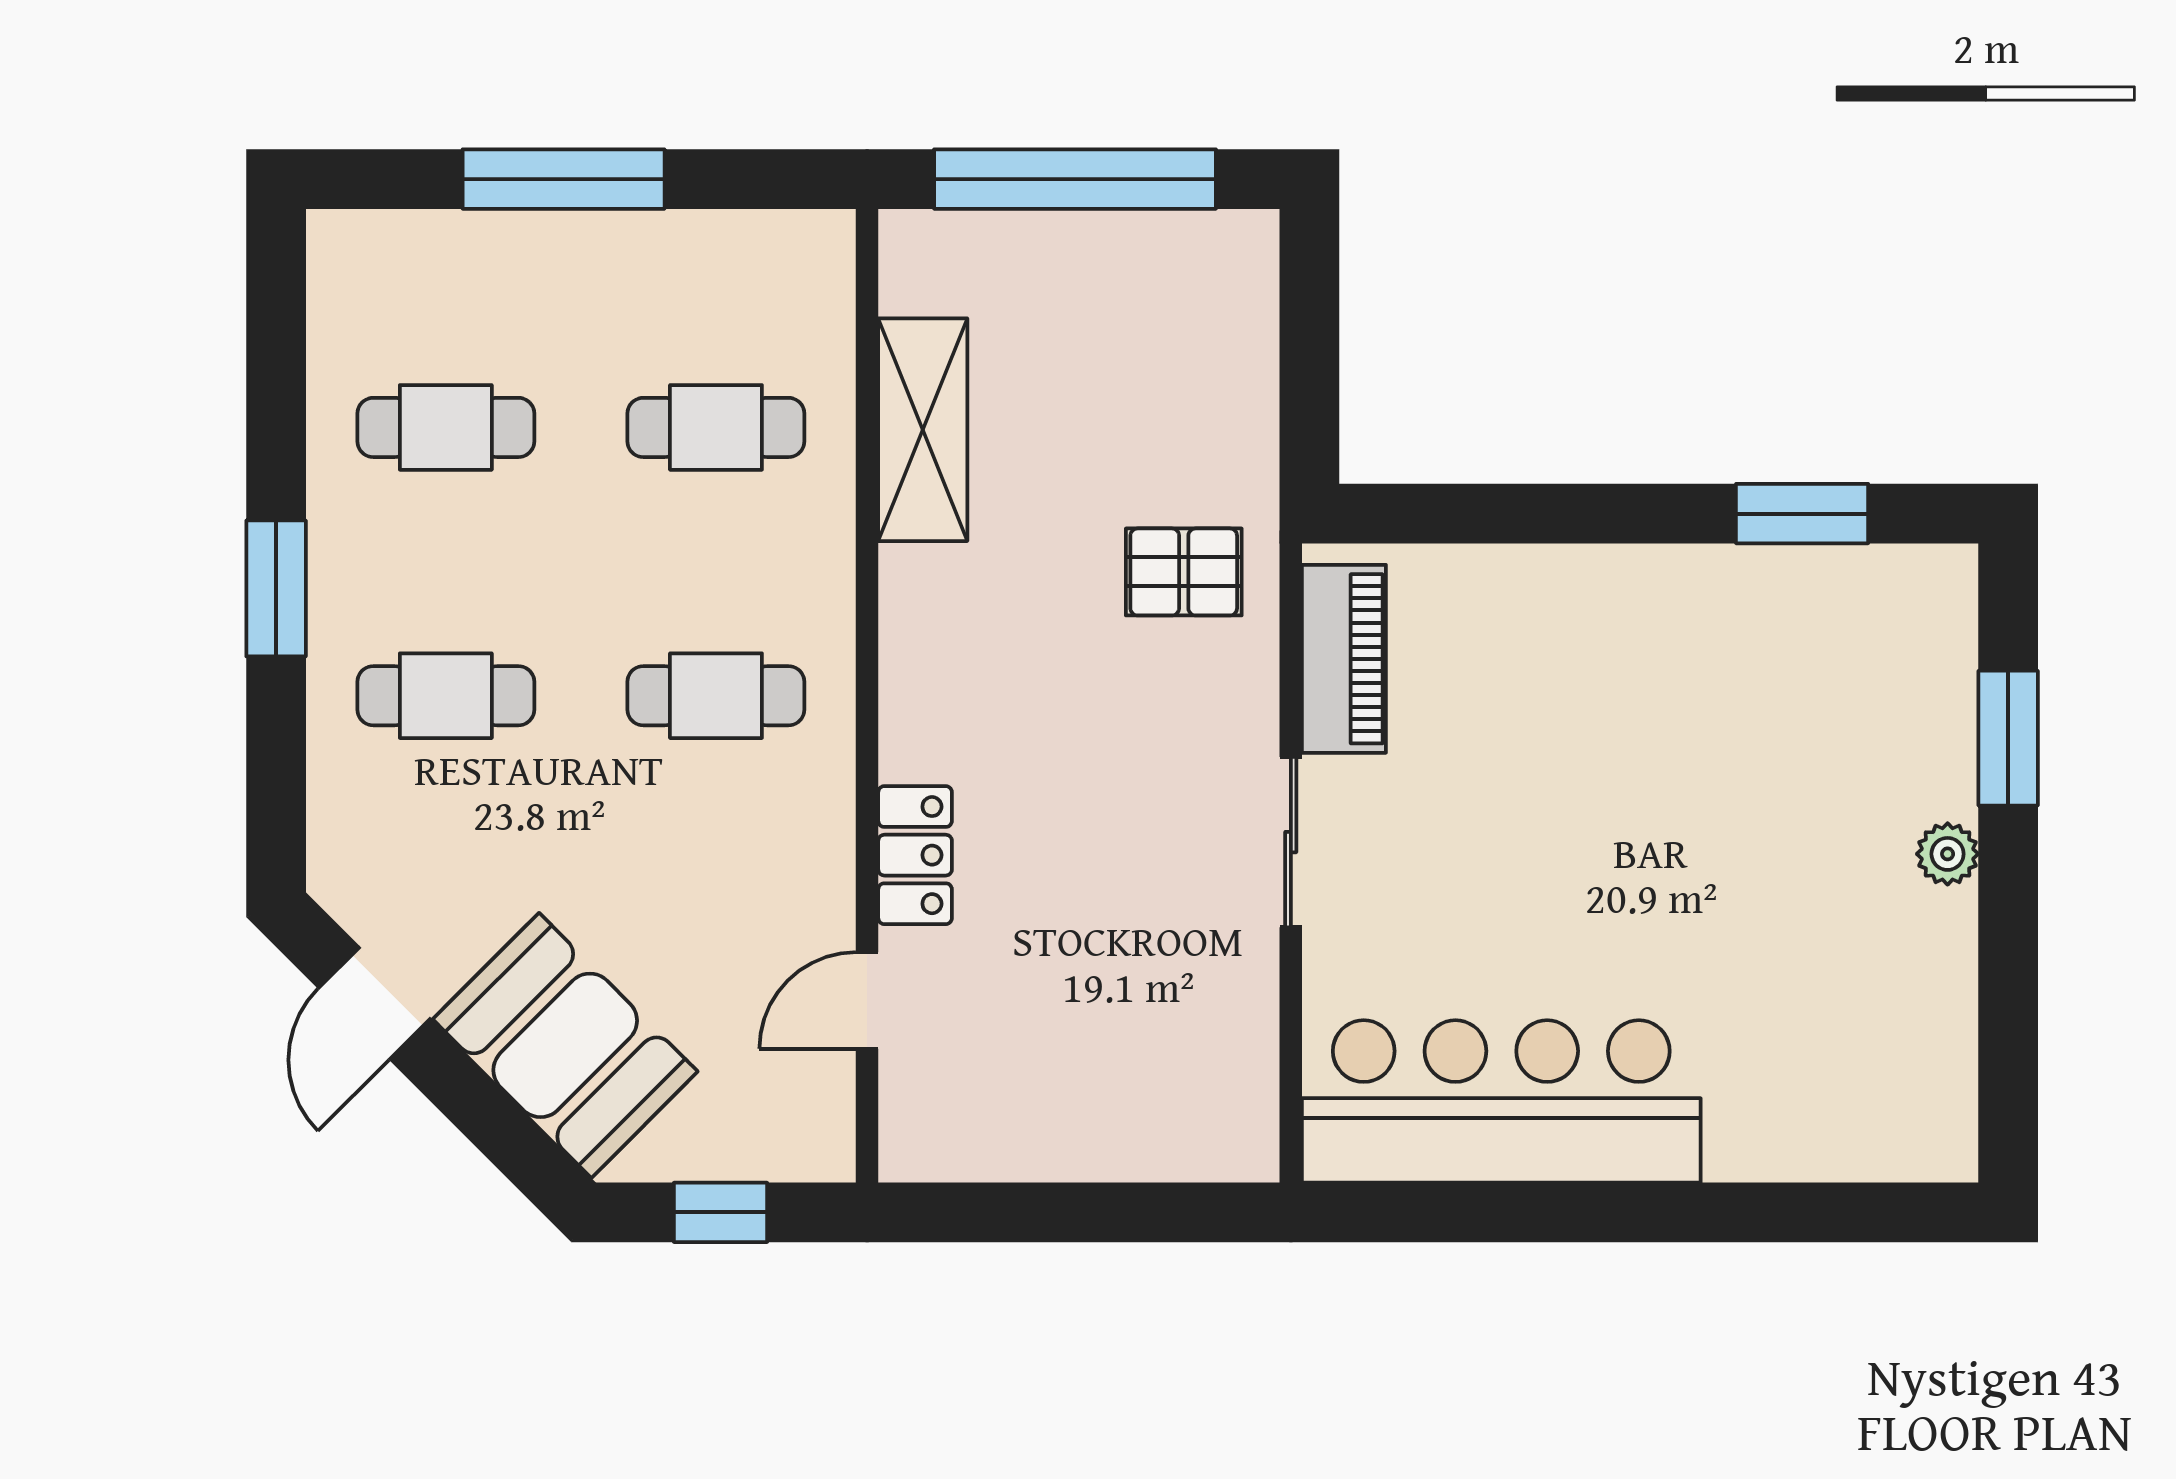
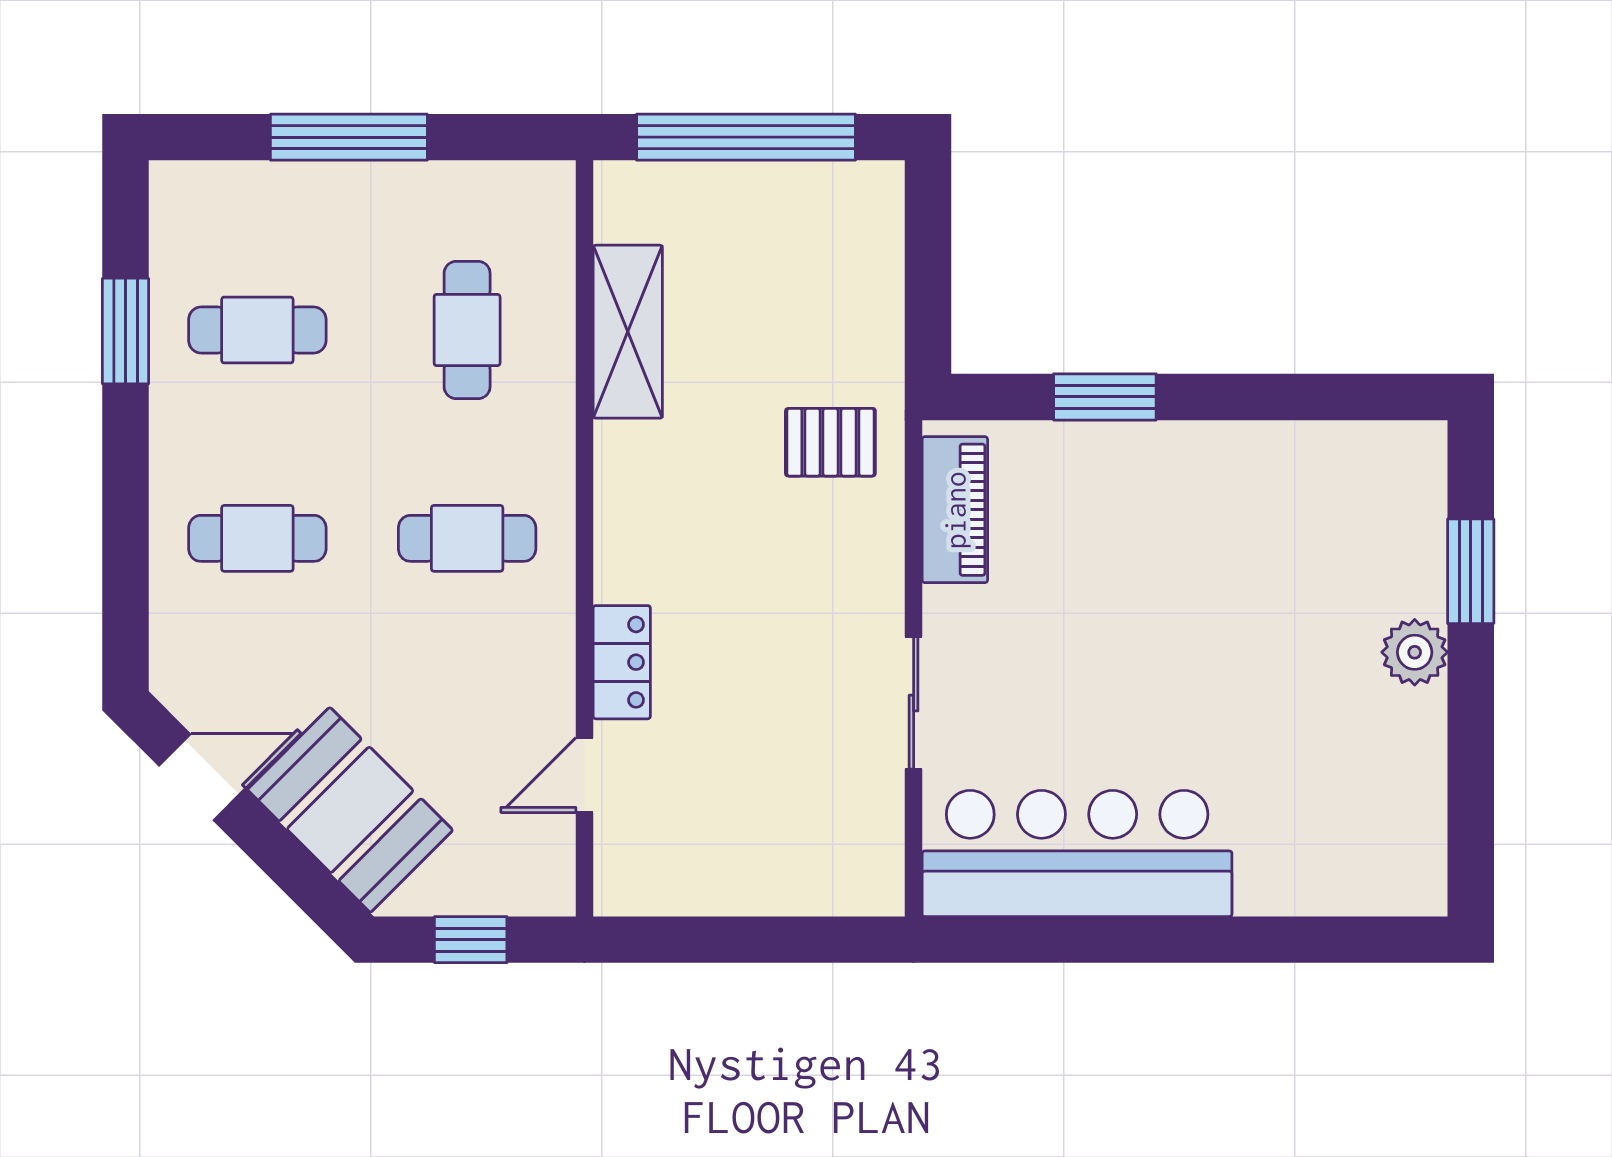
cafe table: (716, 427) -> (467, 330), turned 90
window: (1802, 514) -> (1105, 397), moved
window: (276, 588) -> (126, 331), moved
sliding door: (1291, 842) -> (914, 703), moved
plant: (1948, 854) -> (1415, 652), width x1.38, depth x1.38
door: (375, 1003) -> (202, 777), swing flipped

